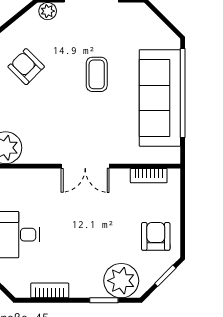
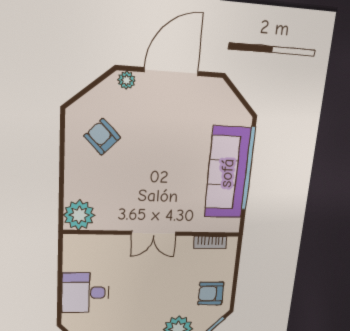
coffee table: (97, 74) -> (171, 148), removed
armchair: (156, 236) -> (211, 293), turned -90

